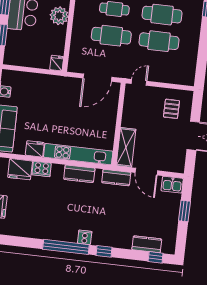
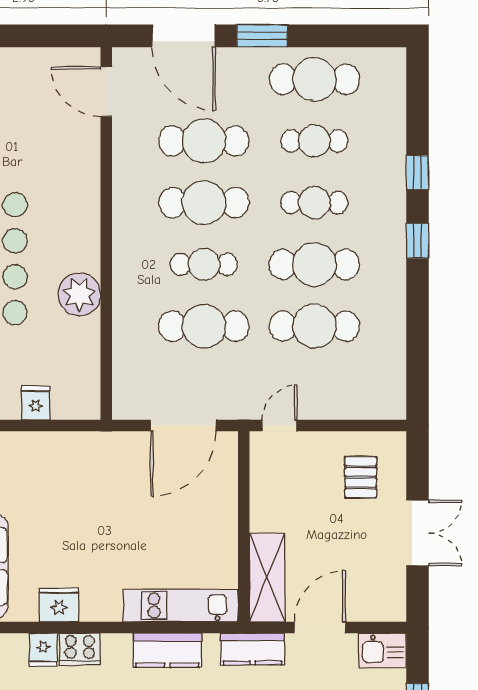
fridge: (57, 63) -> (36, 403), moved
kitchen unit: (78, 154) -> (180, 606), width x0.73
fridge: (20, 169) -> (43, 650), width x0.53, depth x0.75
door: (146, 172) -> (320, 627), swing flipped

